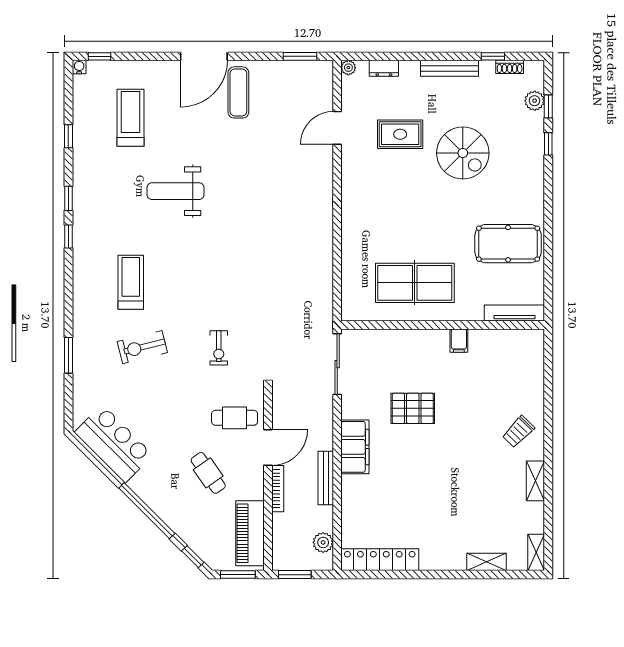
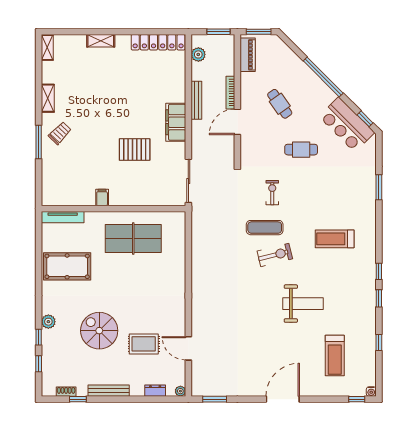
exercise mat: (238, 92) -> (265, 228), moved, turned 90
plant: (535, 101) -> (48, 322), moved
door: (337, 128) -> (188, 348), swing flipped
treadmill: (131, 282) -> (335, 239), turned 90
exercise bike: (142, 347) -> (275, 255), moved
cafe table: (235, 418) -> (301, 150), moved
window: (548, 419) -> (39, 142), added
piano: (250, 533) -> (248, 55), width x0.73, depth x0.75
window: (193, 557) -> (365, 119), moved
shelving: (486, 562) -> (101, 41), moved

